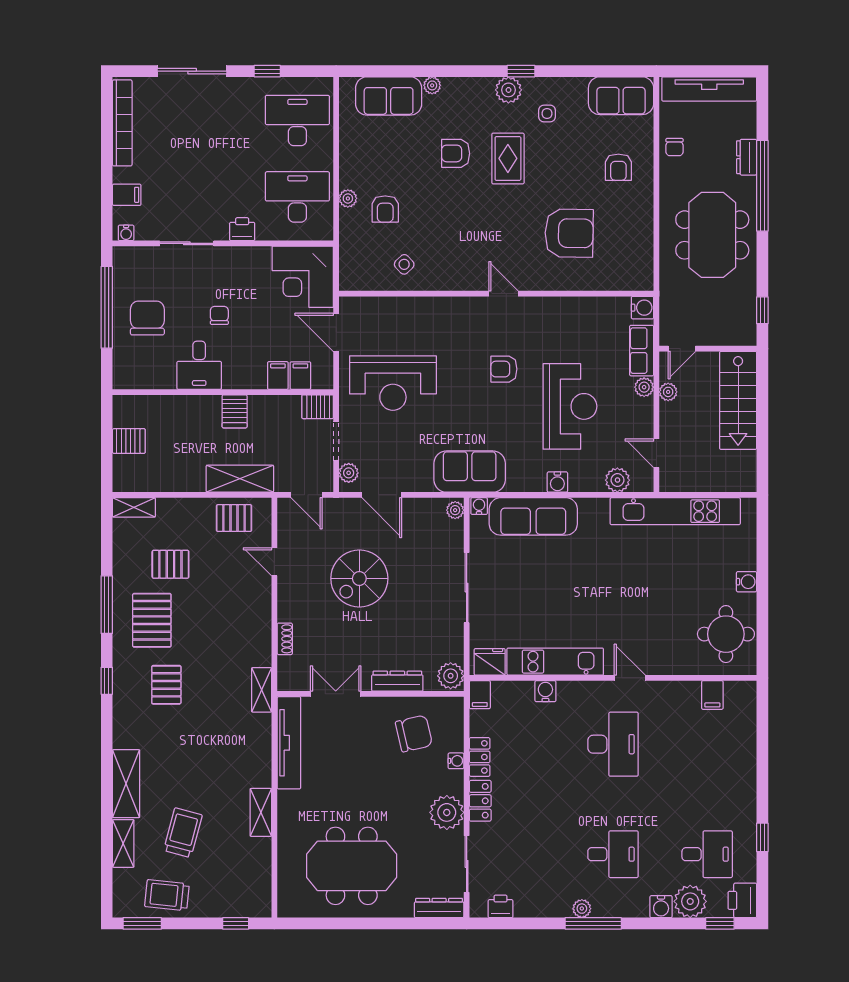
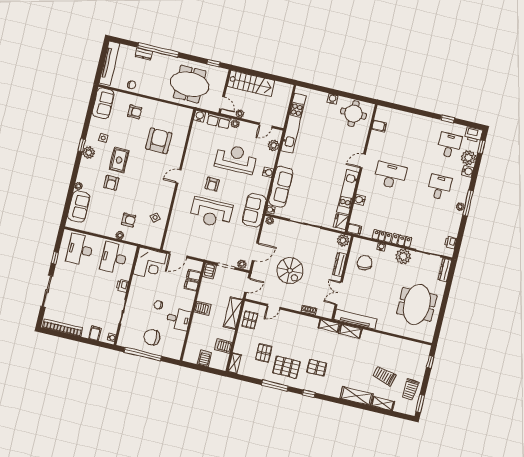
rug: (508, 158) -> (119, 160), turned 90
meeting table: (712, 235) -> (190, 84), moved
reception desk: (393, 383) -> (211, 213), moved, turned 90
server rack: (165, 475) -> (224, 346), added
shelving: (261, 812) -> (350, 331), moved

